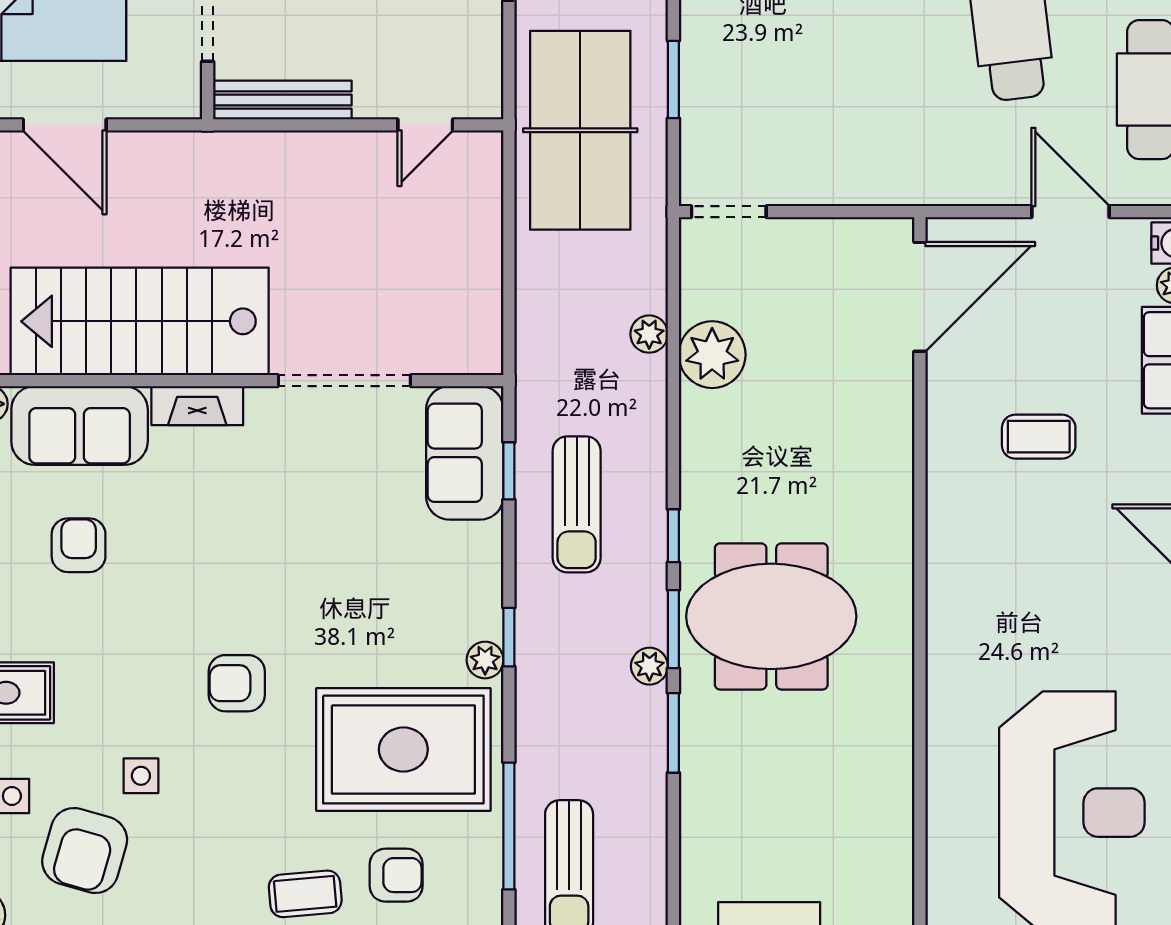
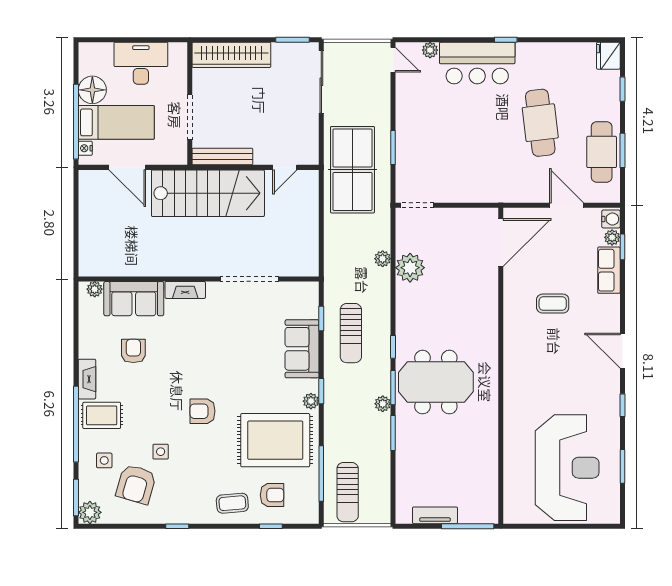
stairs: (140, 321) -> (208, 193), moved, turned 180
sofa: (465, 453) -> (302, 349), moved

